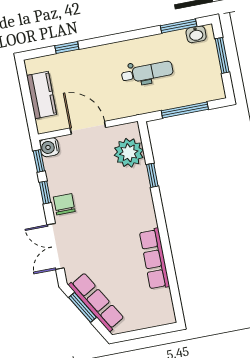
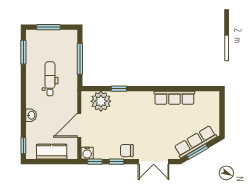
washbasin: (196, 34) -> (31, 115), moved
window: (67, 47) -> (23, 146), moved

